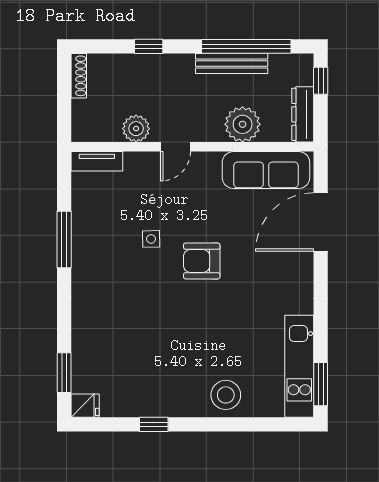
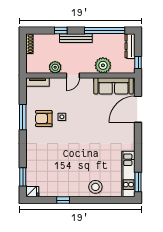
bench: (232, 64) -> (76, 38), moved
window: (321, 81) -> (138, 63), moved
dresser: (303, 114) -> (130, 46), moved
armchair: (202, 261) -> (44, 119), moved

